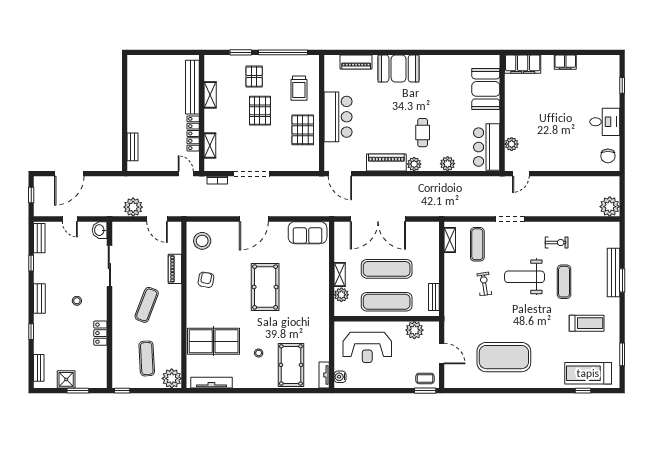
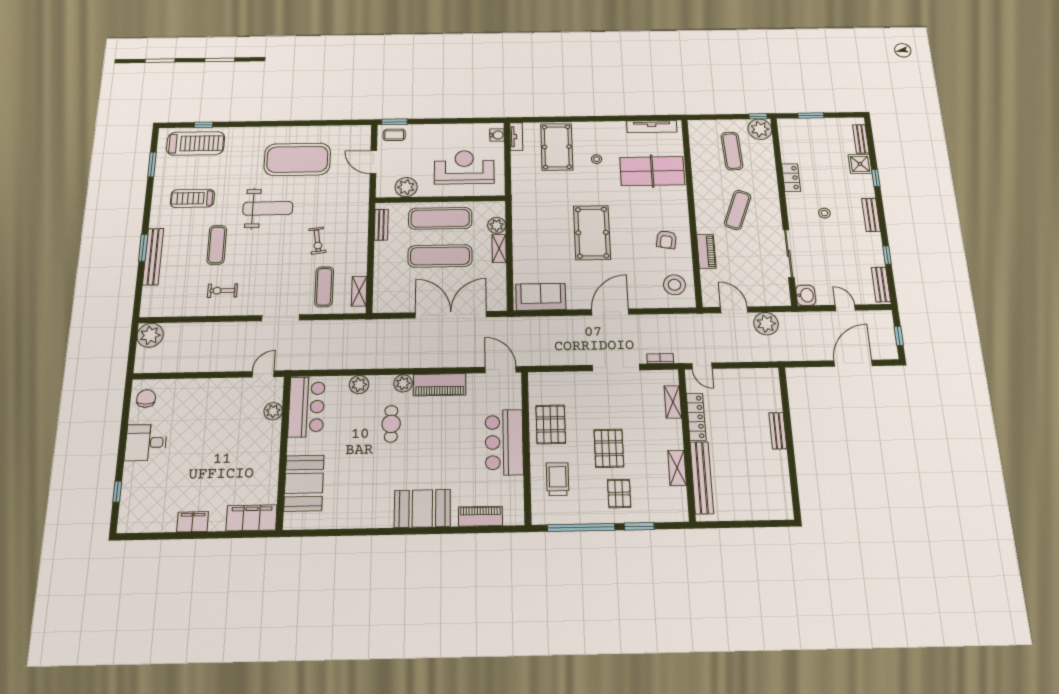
bench: (133, 147) -> (778, 431), moved
weight bench: (525, 277) -> (268, 208), moved
plant: (172, 378) -> (760, 129), moved
shower: (66, 379) -> (860, 164), moved

